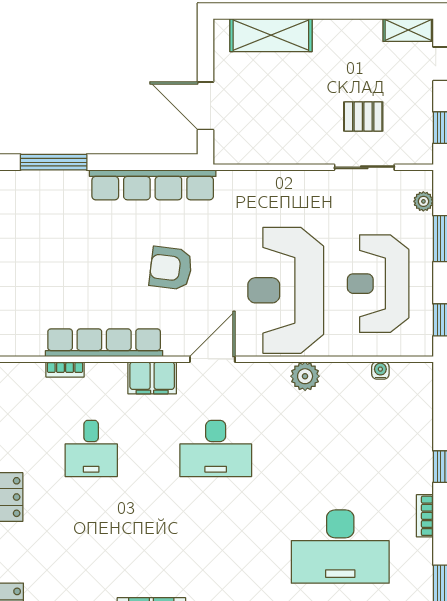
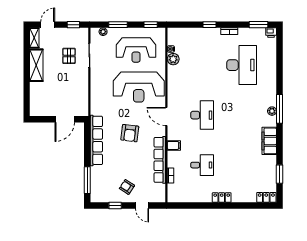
shelving: (271, 35) -> (36, 65), moved
armchair: (37, 261) -> (127, 187), added
plant: (305, 376) -> (173, 59), moved
filing cabinet: (152, 378) -> (174, 145), width x0.50

